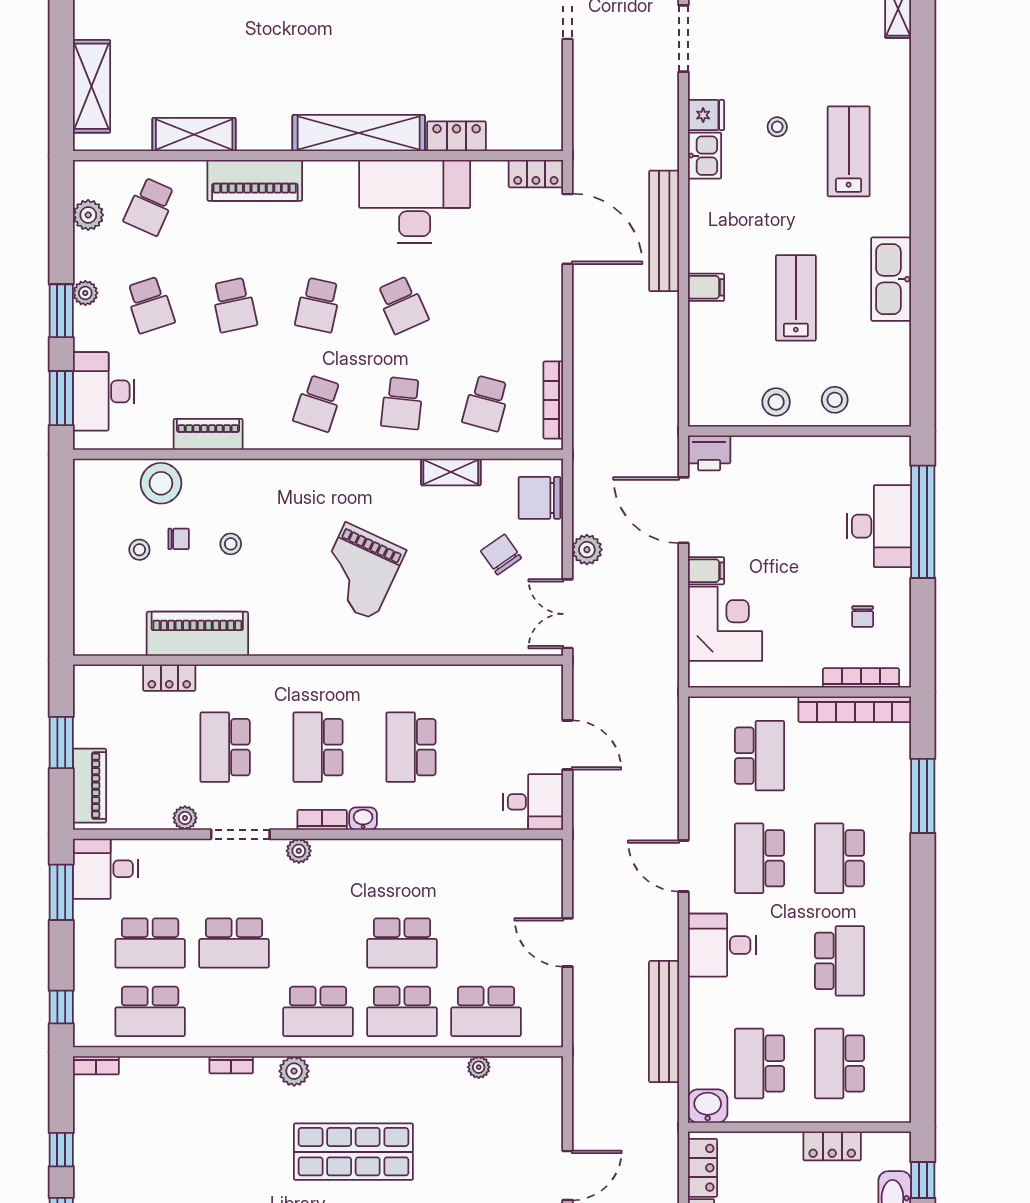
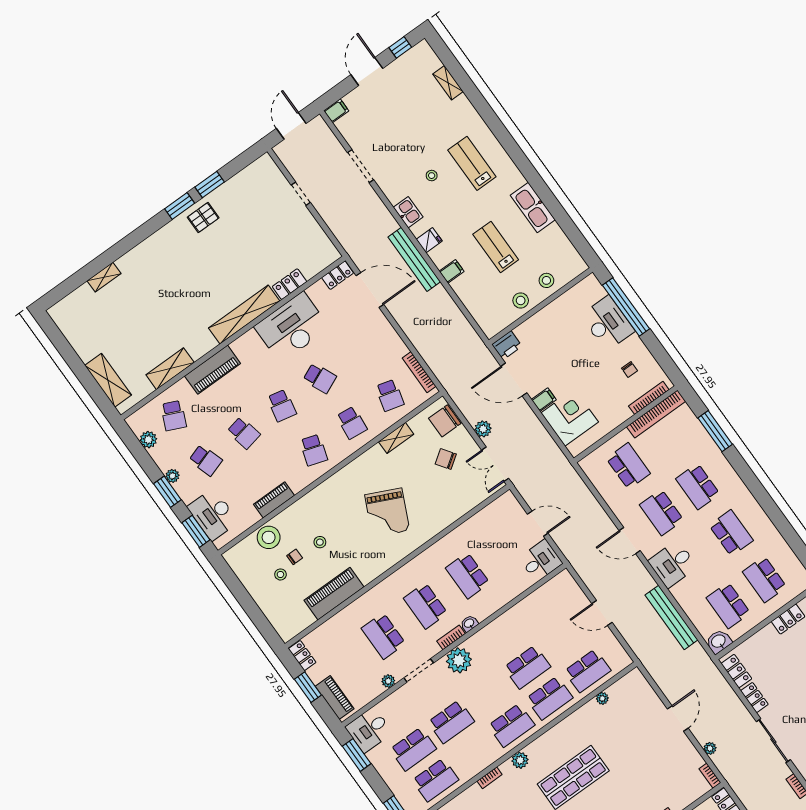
fridge: (706, 115) -> (429, 240), moved
locker: (169, 678) -> (302, 656), moved, turned -90
plant: (299, 851) -> (459, 660), width x1.88, depth x1.88

